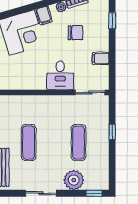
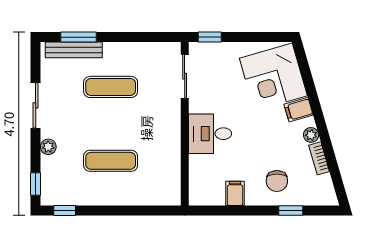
chair: (76, 33) -> (277, 181), moved
sliding door: (90, 92) -> (185, 76), moved
window: (112, 132) -> (65, 211), moved
plant: (74, 180) -> (48, 147), width x0.53, depth x0.53

